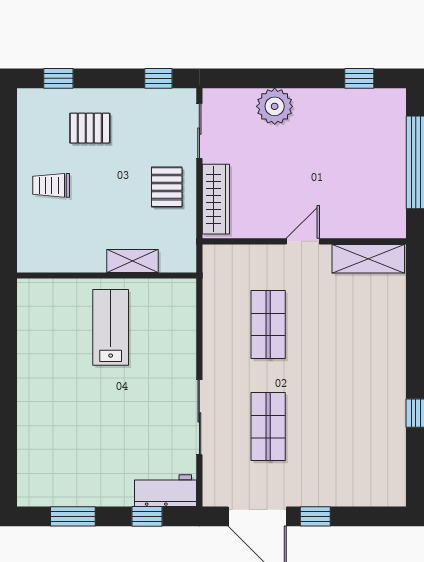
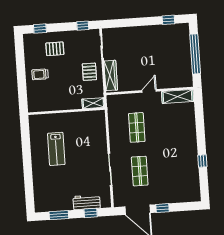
plant: (275, 106) -> (133, 34), removed
shelving: (133, 261) -> (93, 103), moved
lab bench: (111, 327) -> (56, 149), moved, turned 180
workbench: (166, 491) -> (87, 202), moved

